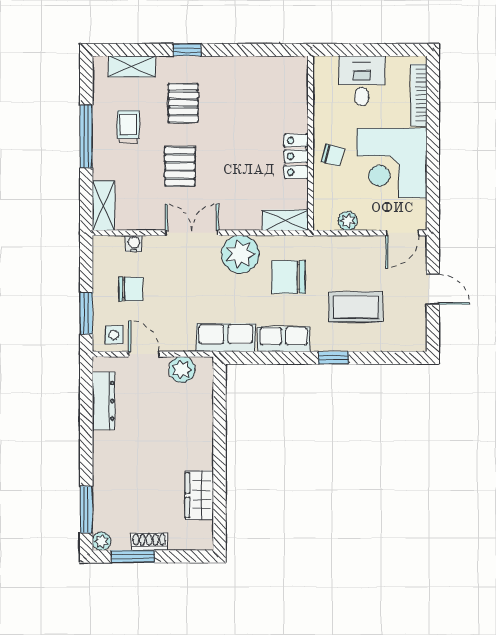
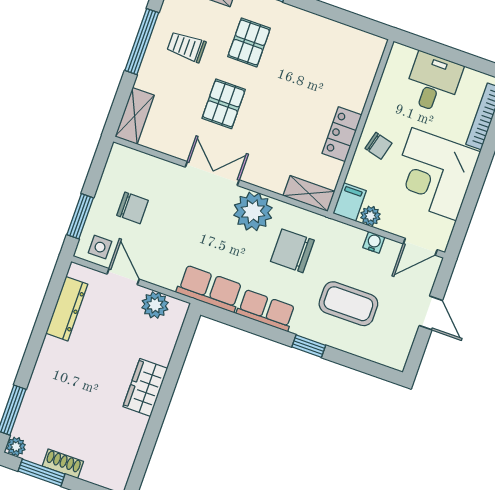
trolley: (128, 127) -> (186, 47), turned -90
filing cabinet: (324, 215) -> (350, 202), added
water cooler: (134, 244) -> (374, 242), moved
wardrobe: (199, 495) -> (145, 387), moved

